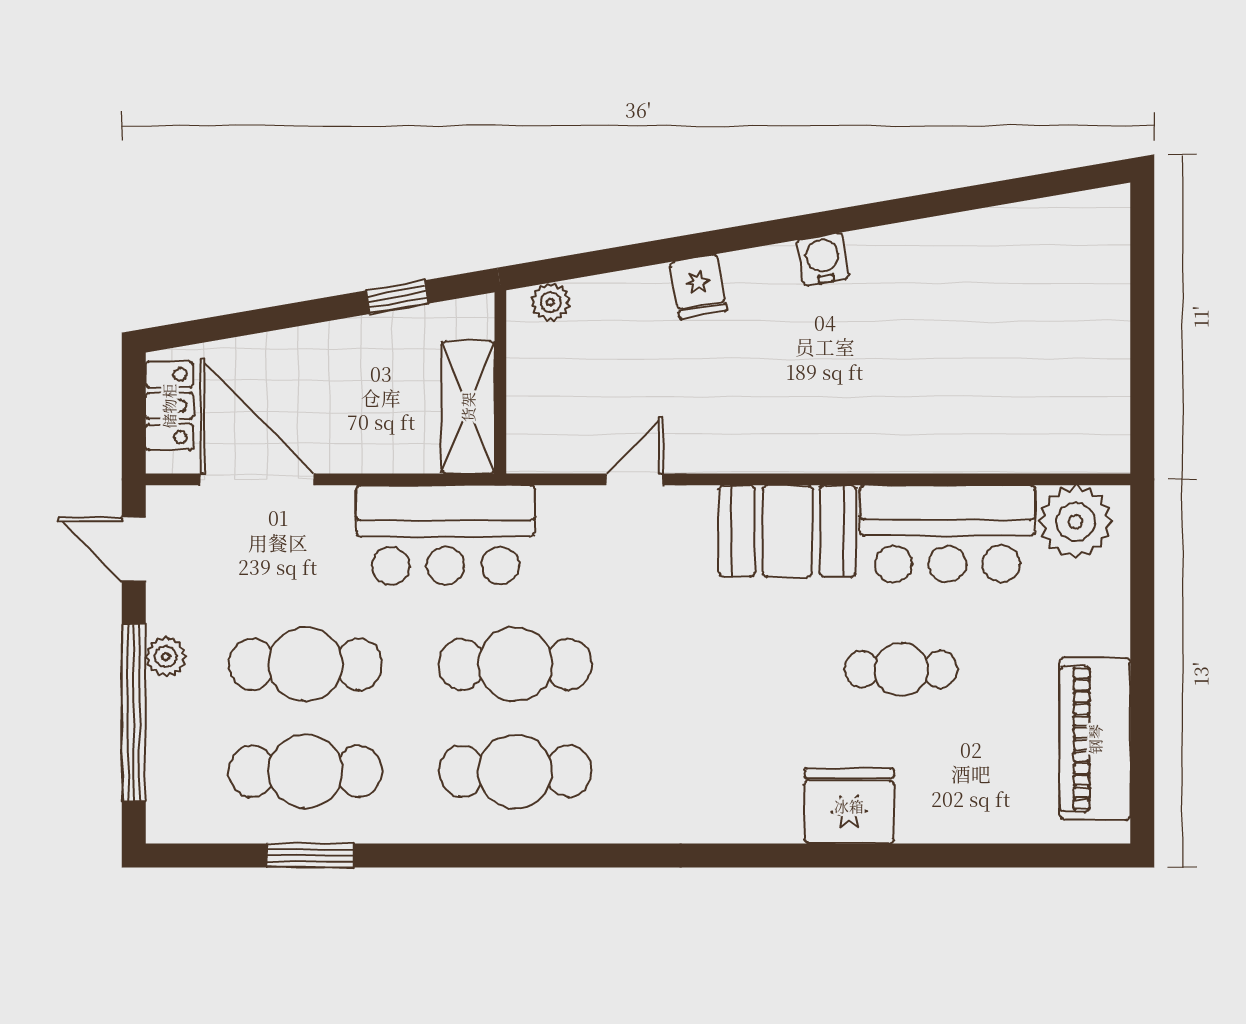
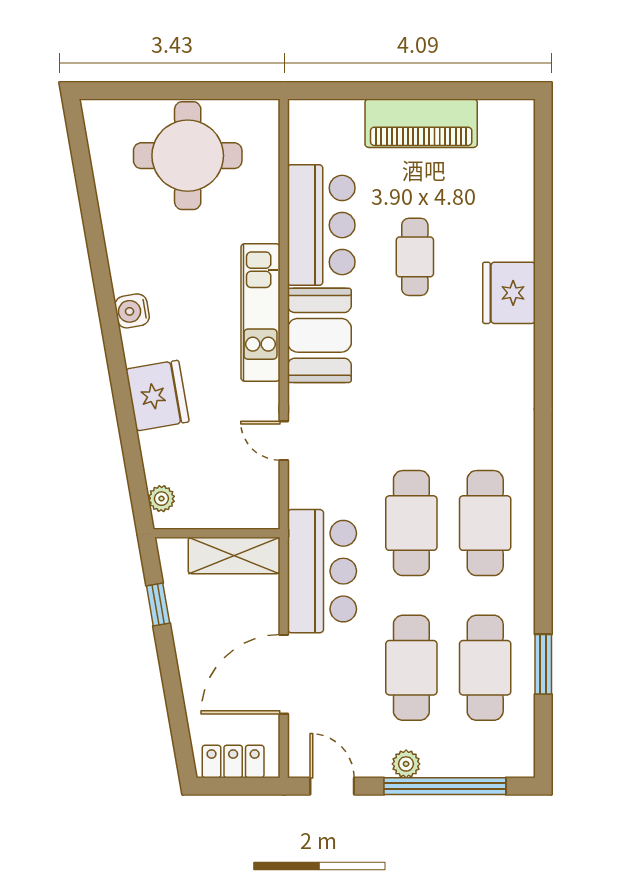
fridge: (698, 286) -> (157, 396), width x1.88, depth x1.34
round table: (1048, 340) -> (188, 156), added
kitchen unit: (821, 446) -> (260, 312), added
door: (257, 479) -> (284, 674), moved
plant: (1075, 522) -> (313, 137), removed
door: (134, 549) -> (332, 786), swing flipped
piano: (1095, 739) -> (421, 123), moved

